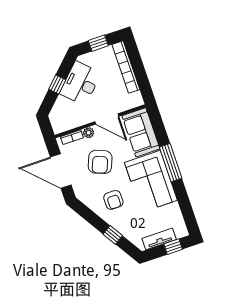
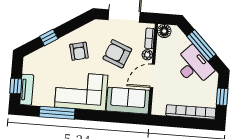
window: (57, 84) -> (201, 45), width x2.17
floor lamp: (59, 126) -> (164, 31), added
window: (171, 163) -> (57, 113), moved
armchair: (113, 200) -> (79, 51), turned -103
tv unit: (159, 239) -> (27, 90), moved

